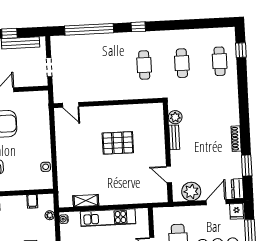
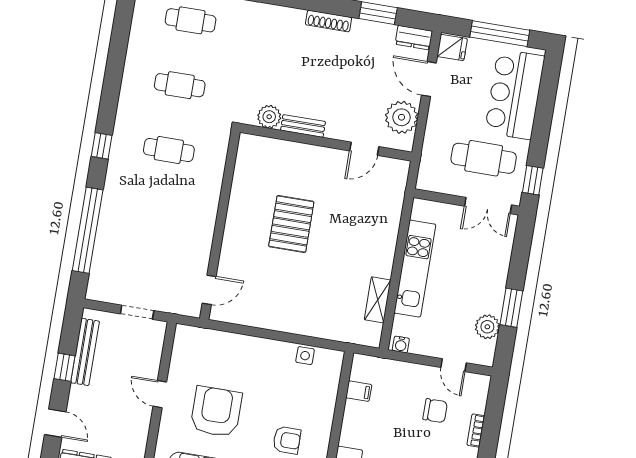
plant: (50, 215) -> (389, 367), removed

